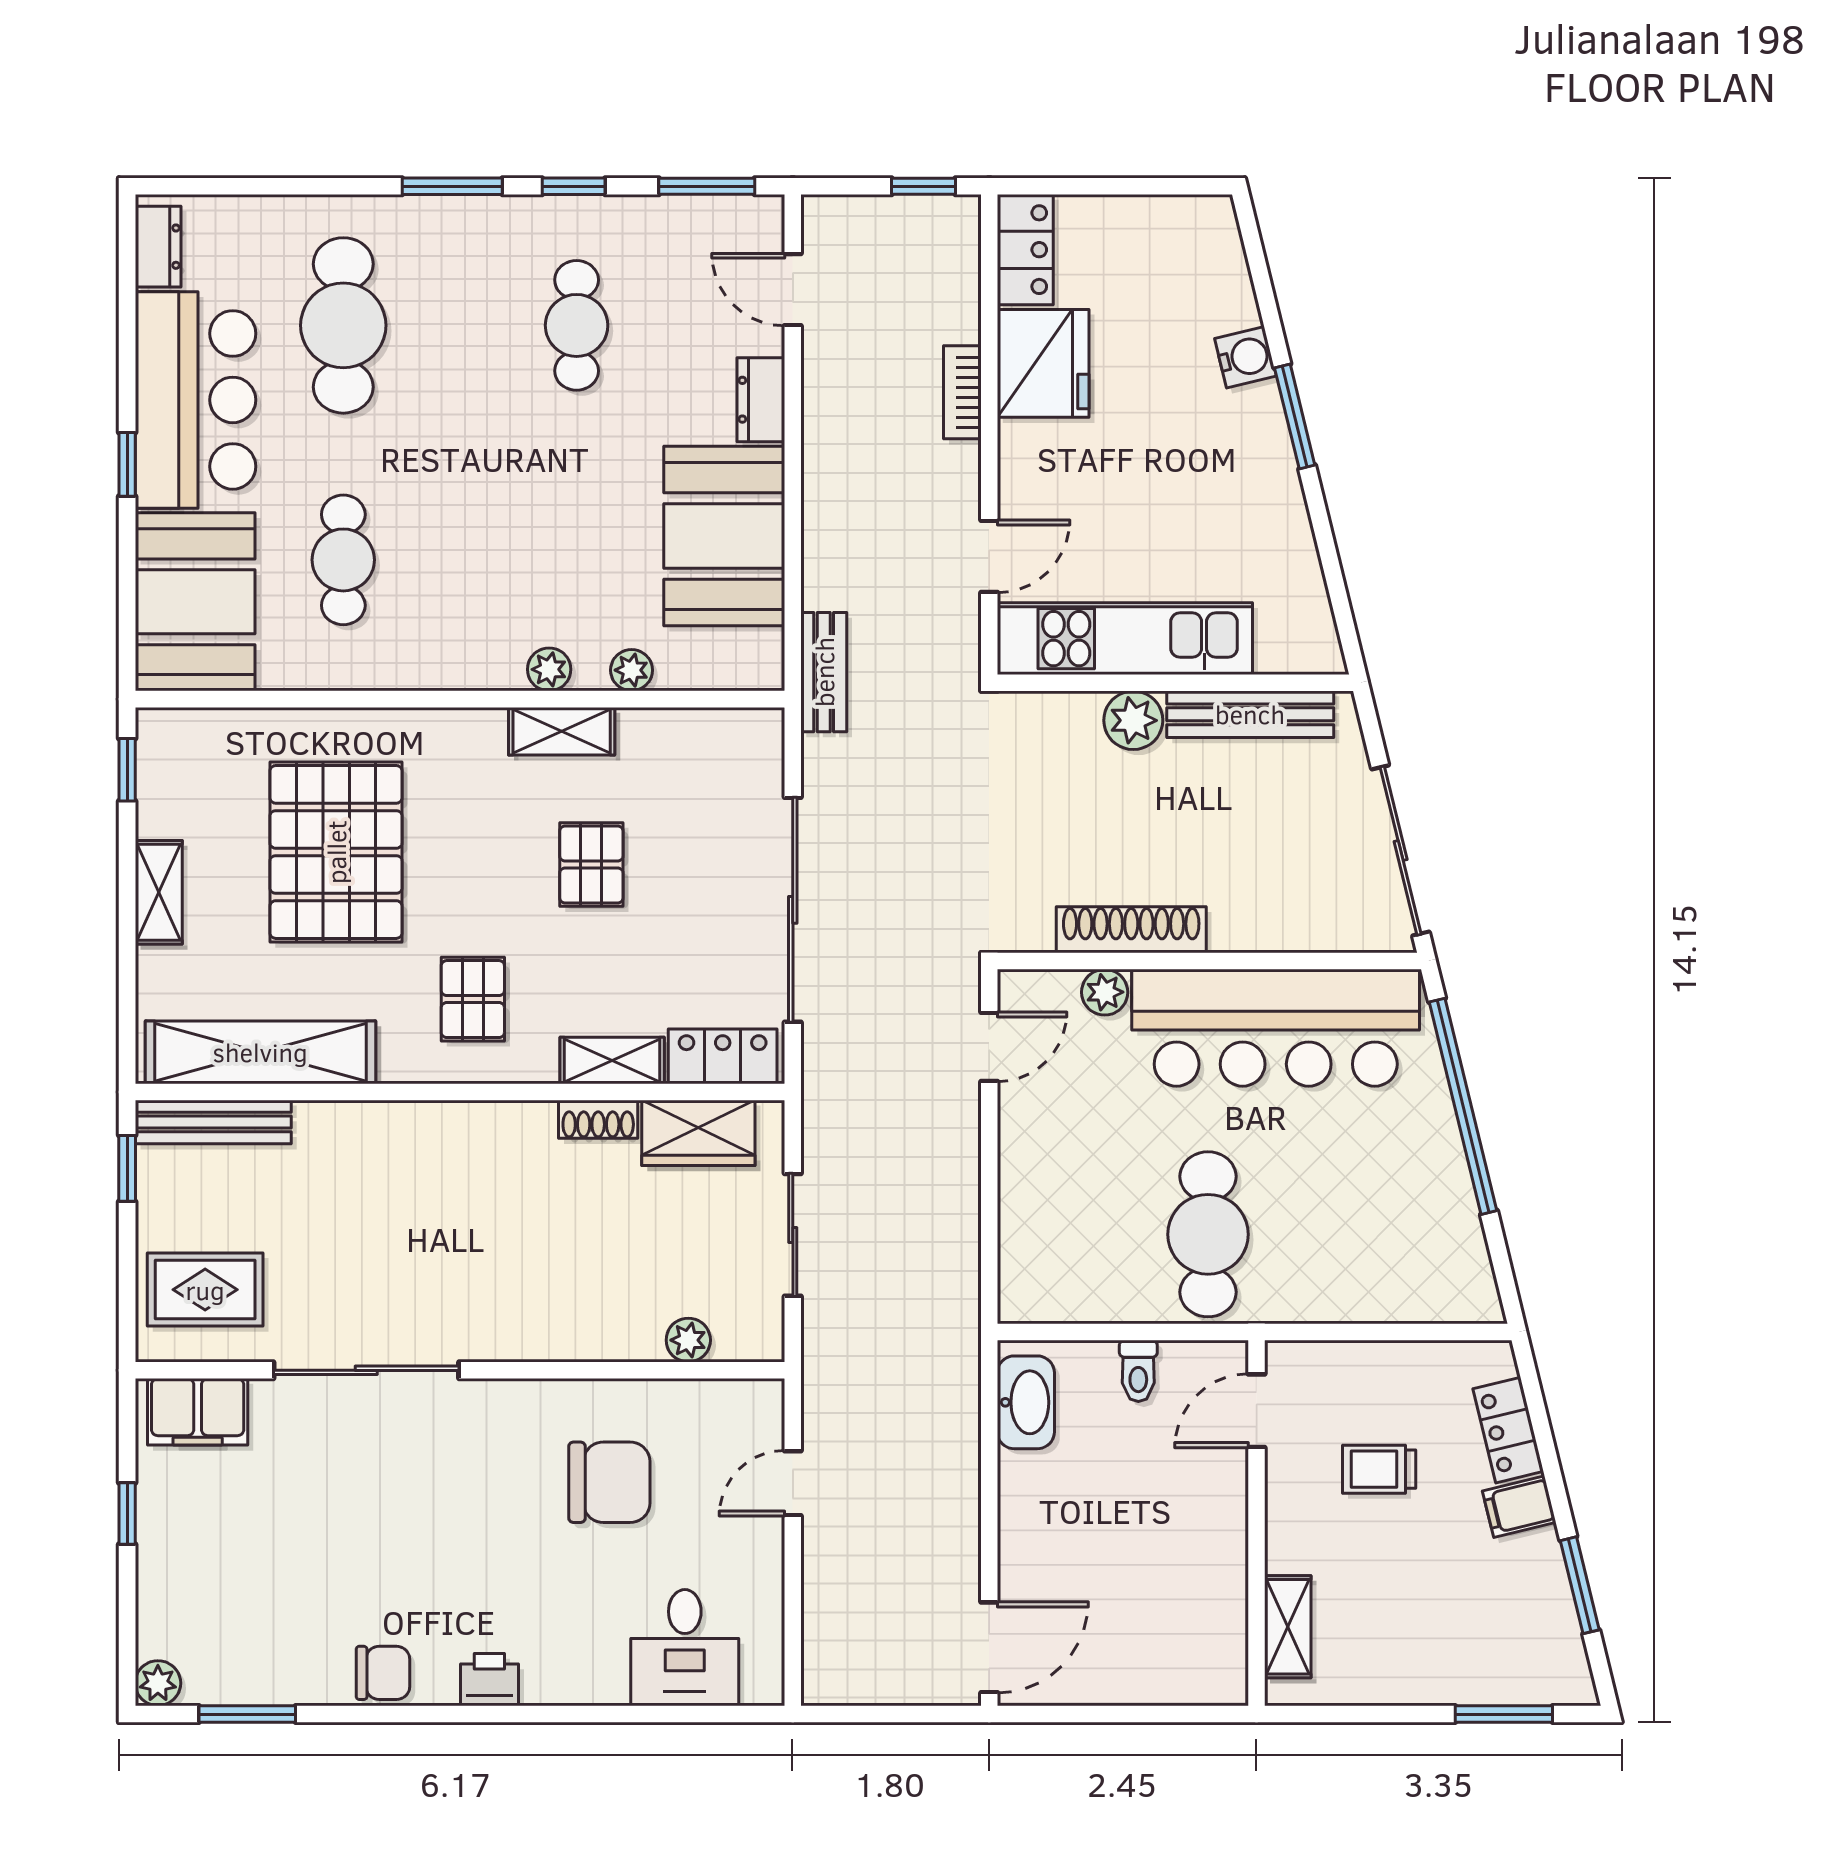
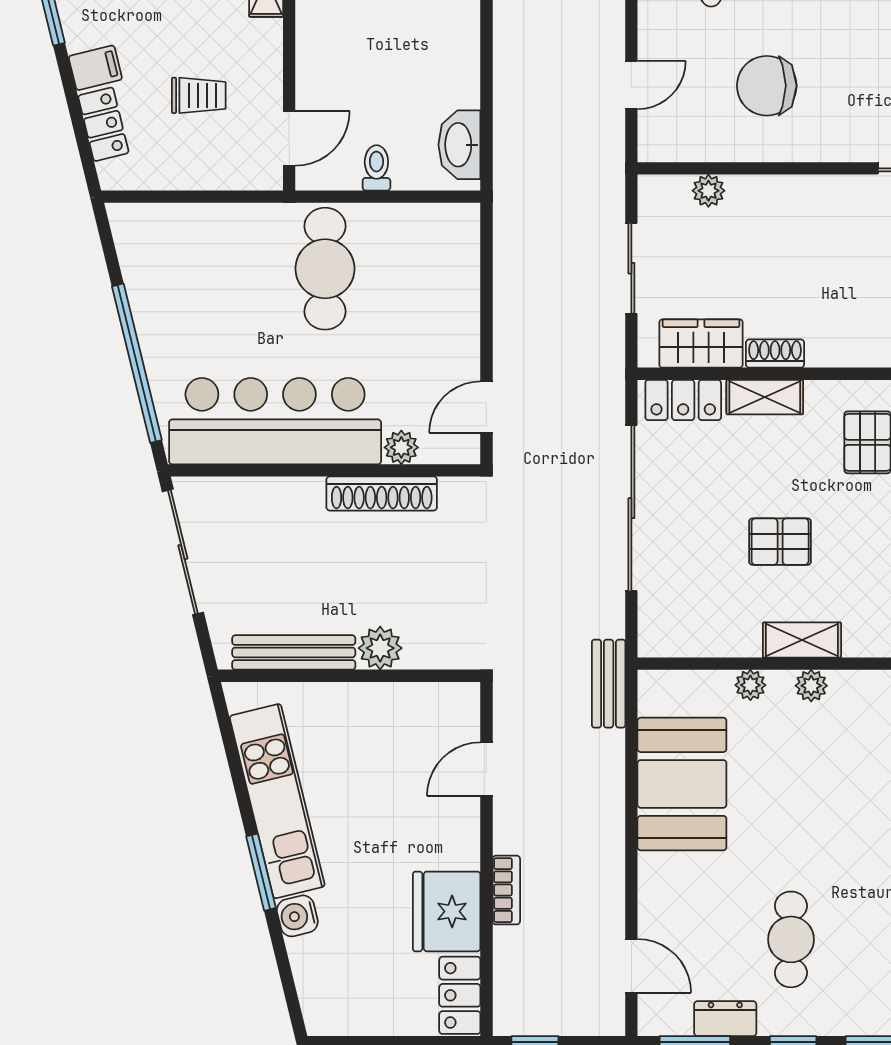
dresser: (761, 400) -> (725, 1019), moved, turned -90
kitchen unit: (1125, 639) -> (277, 801), moved, turned -104
pallet: (591, 864) -> (780, 542), turned 90

